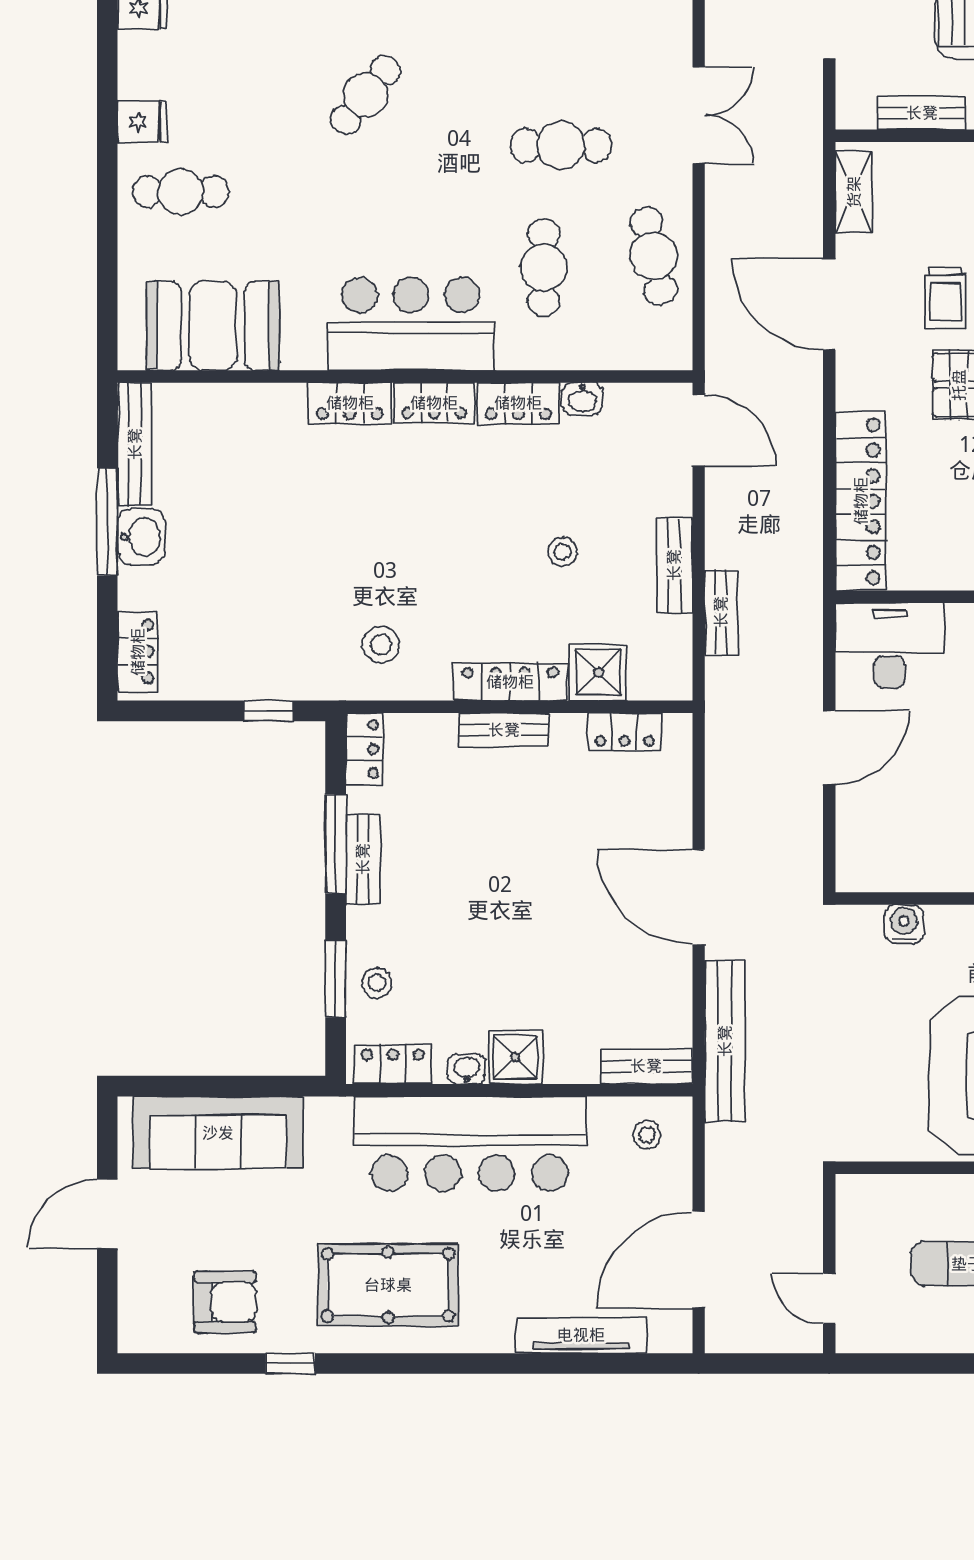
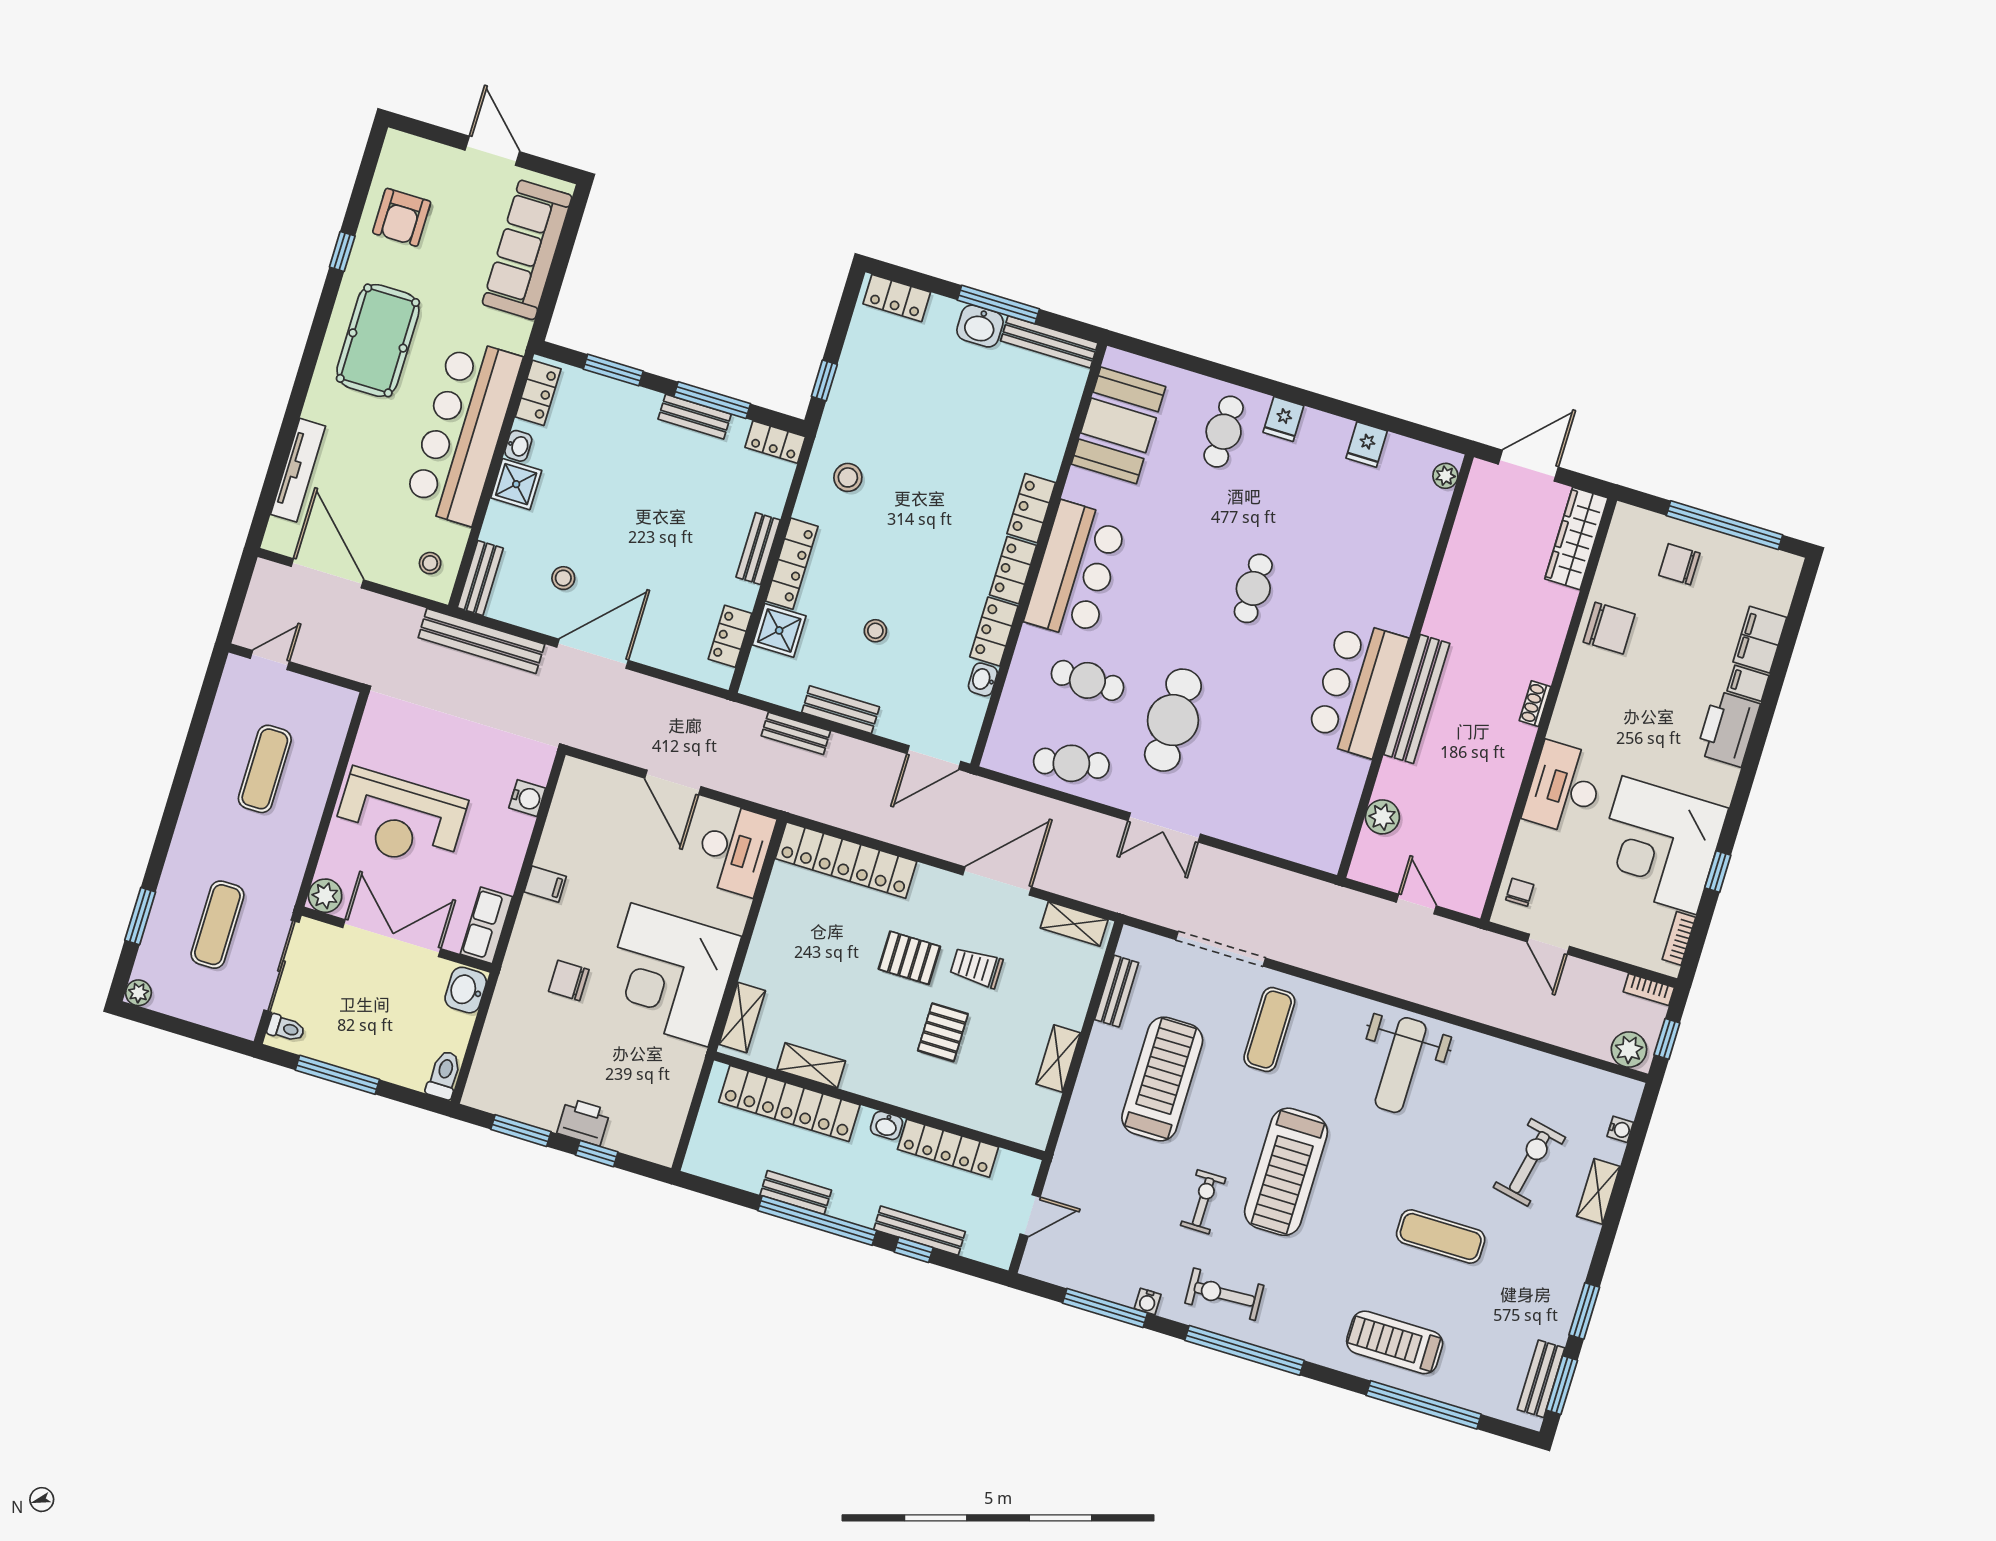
cafe table: (366, 95) -> (1253, 588), turned 51
cafe table: (561, 145) -> (1173, 720), width x1.37, depth x1.35
stool: (377, 983) -> (563, 578), moved

